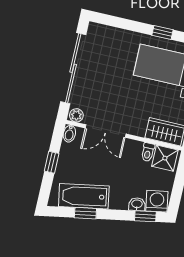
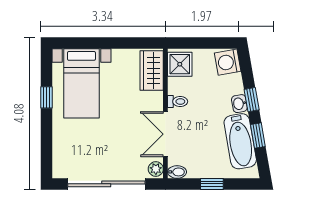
double door: (106, 131) -> (165, 134), swing flipped
toilet: (148, 152) -> (178, 102), moved
washbasin: (137, 204) -> (239, 104), moved
window: (145, 216) -> (252, 100), moved

